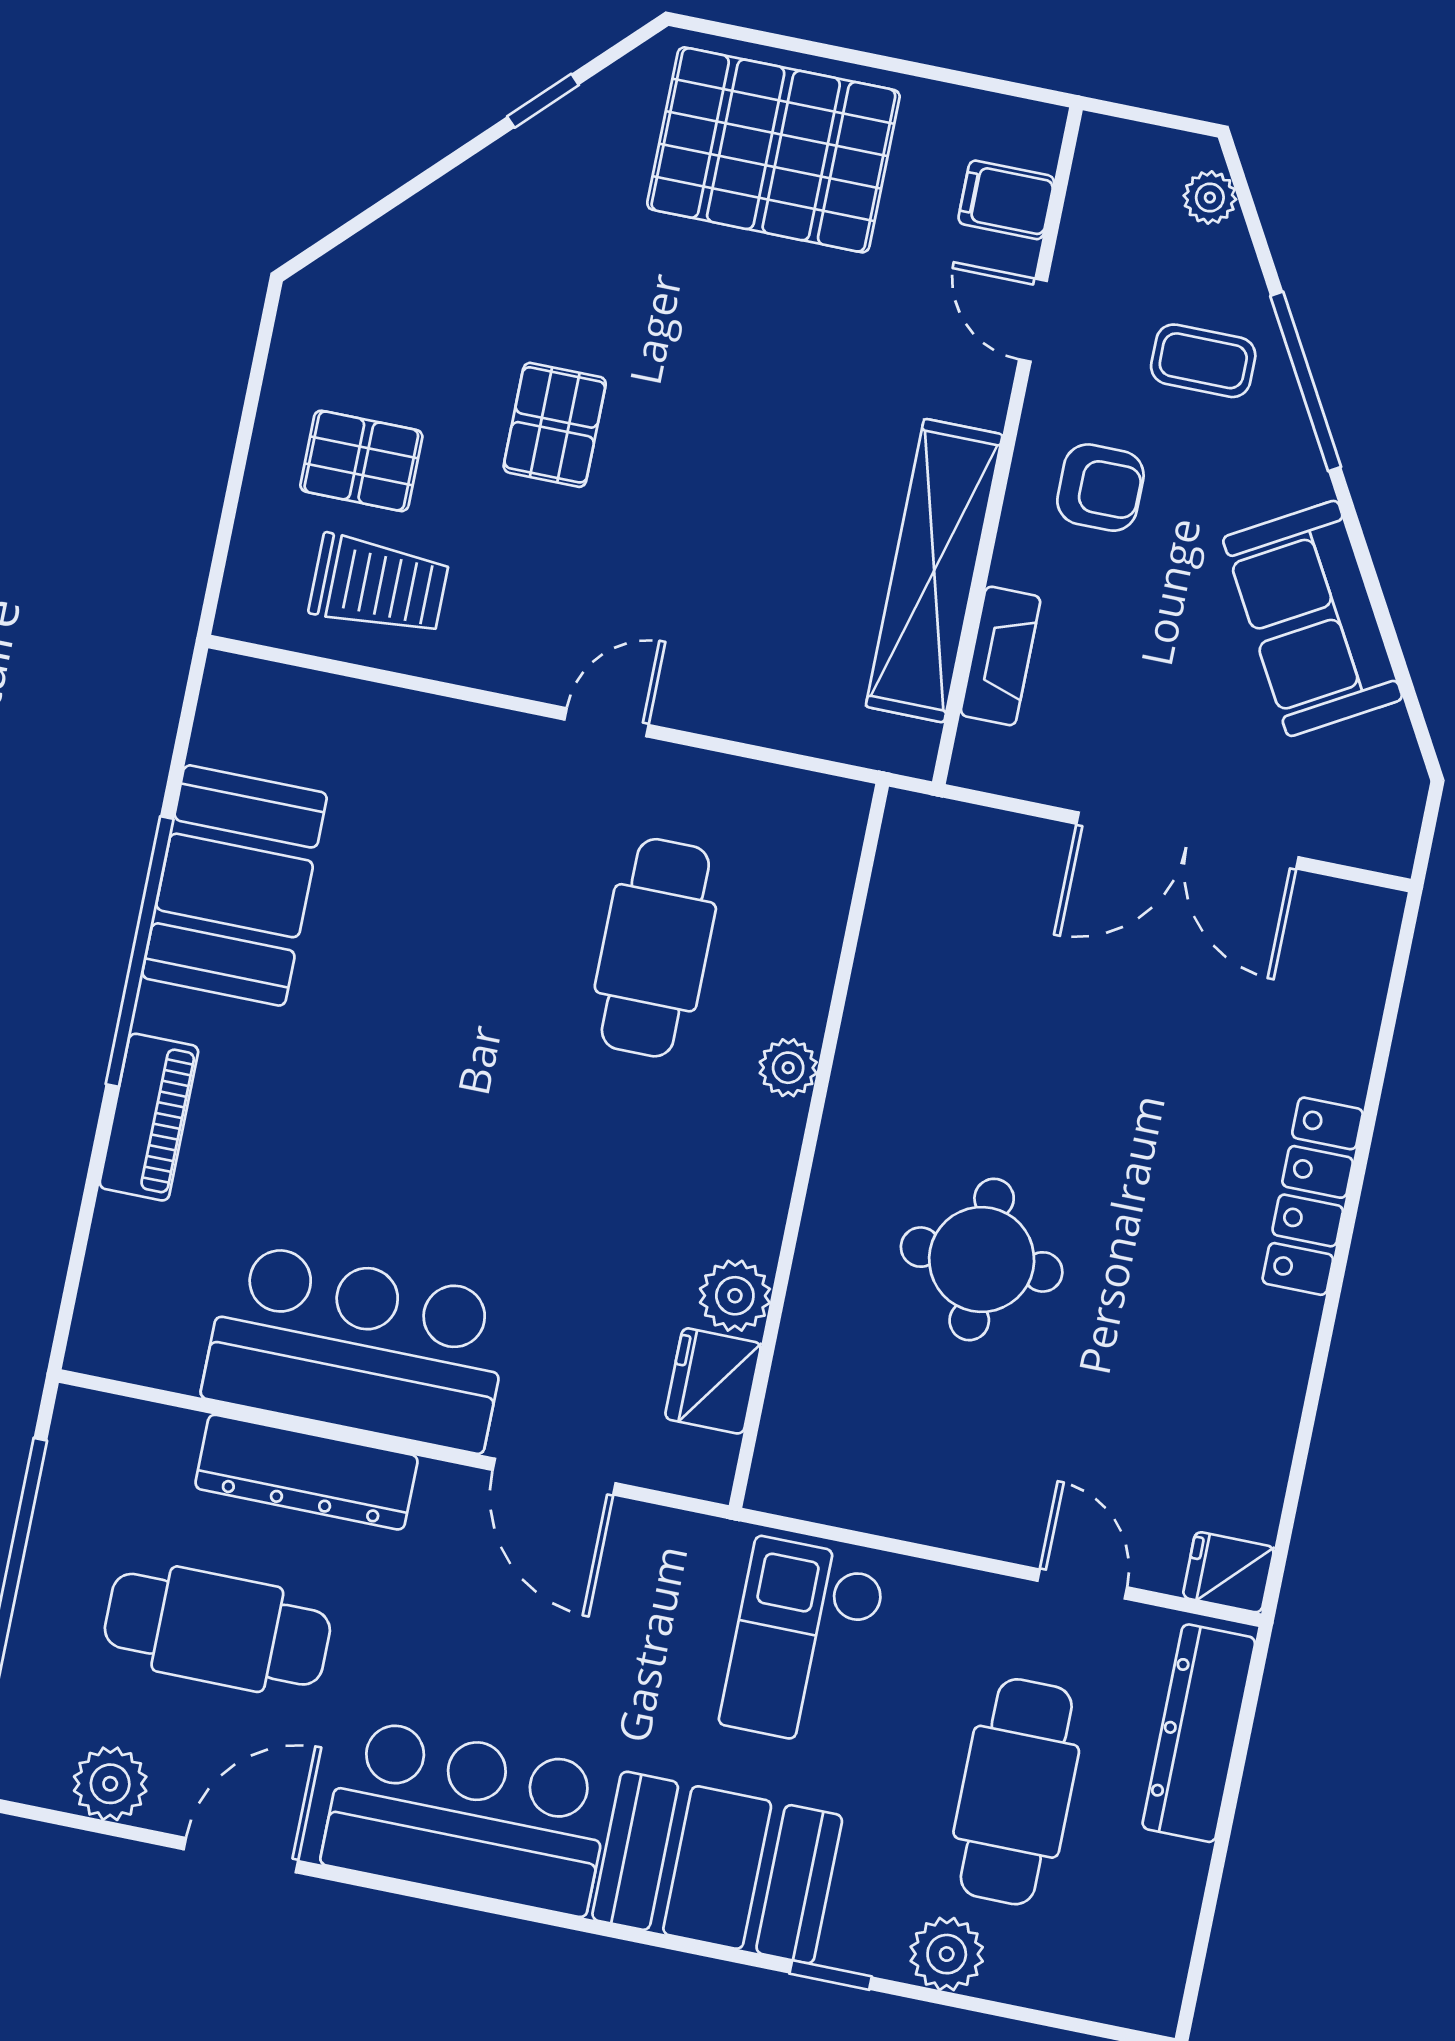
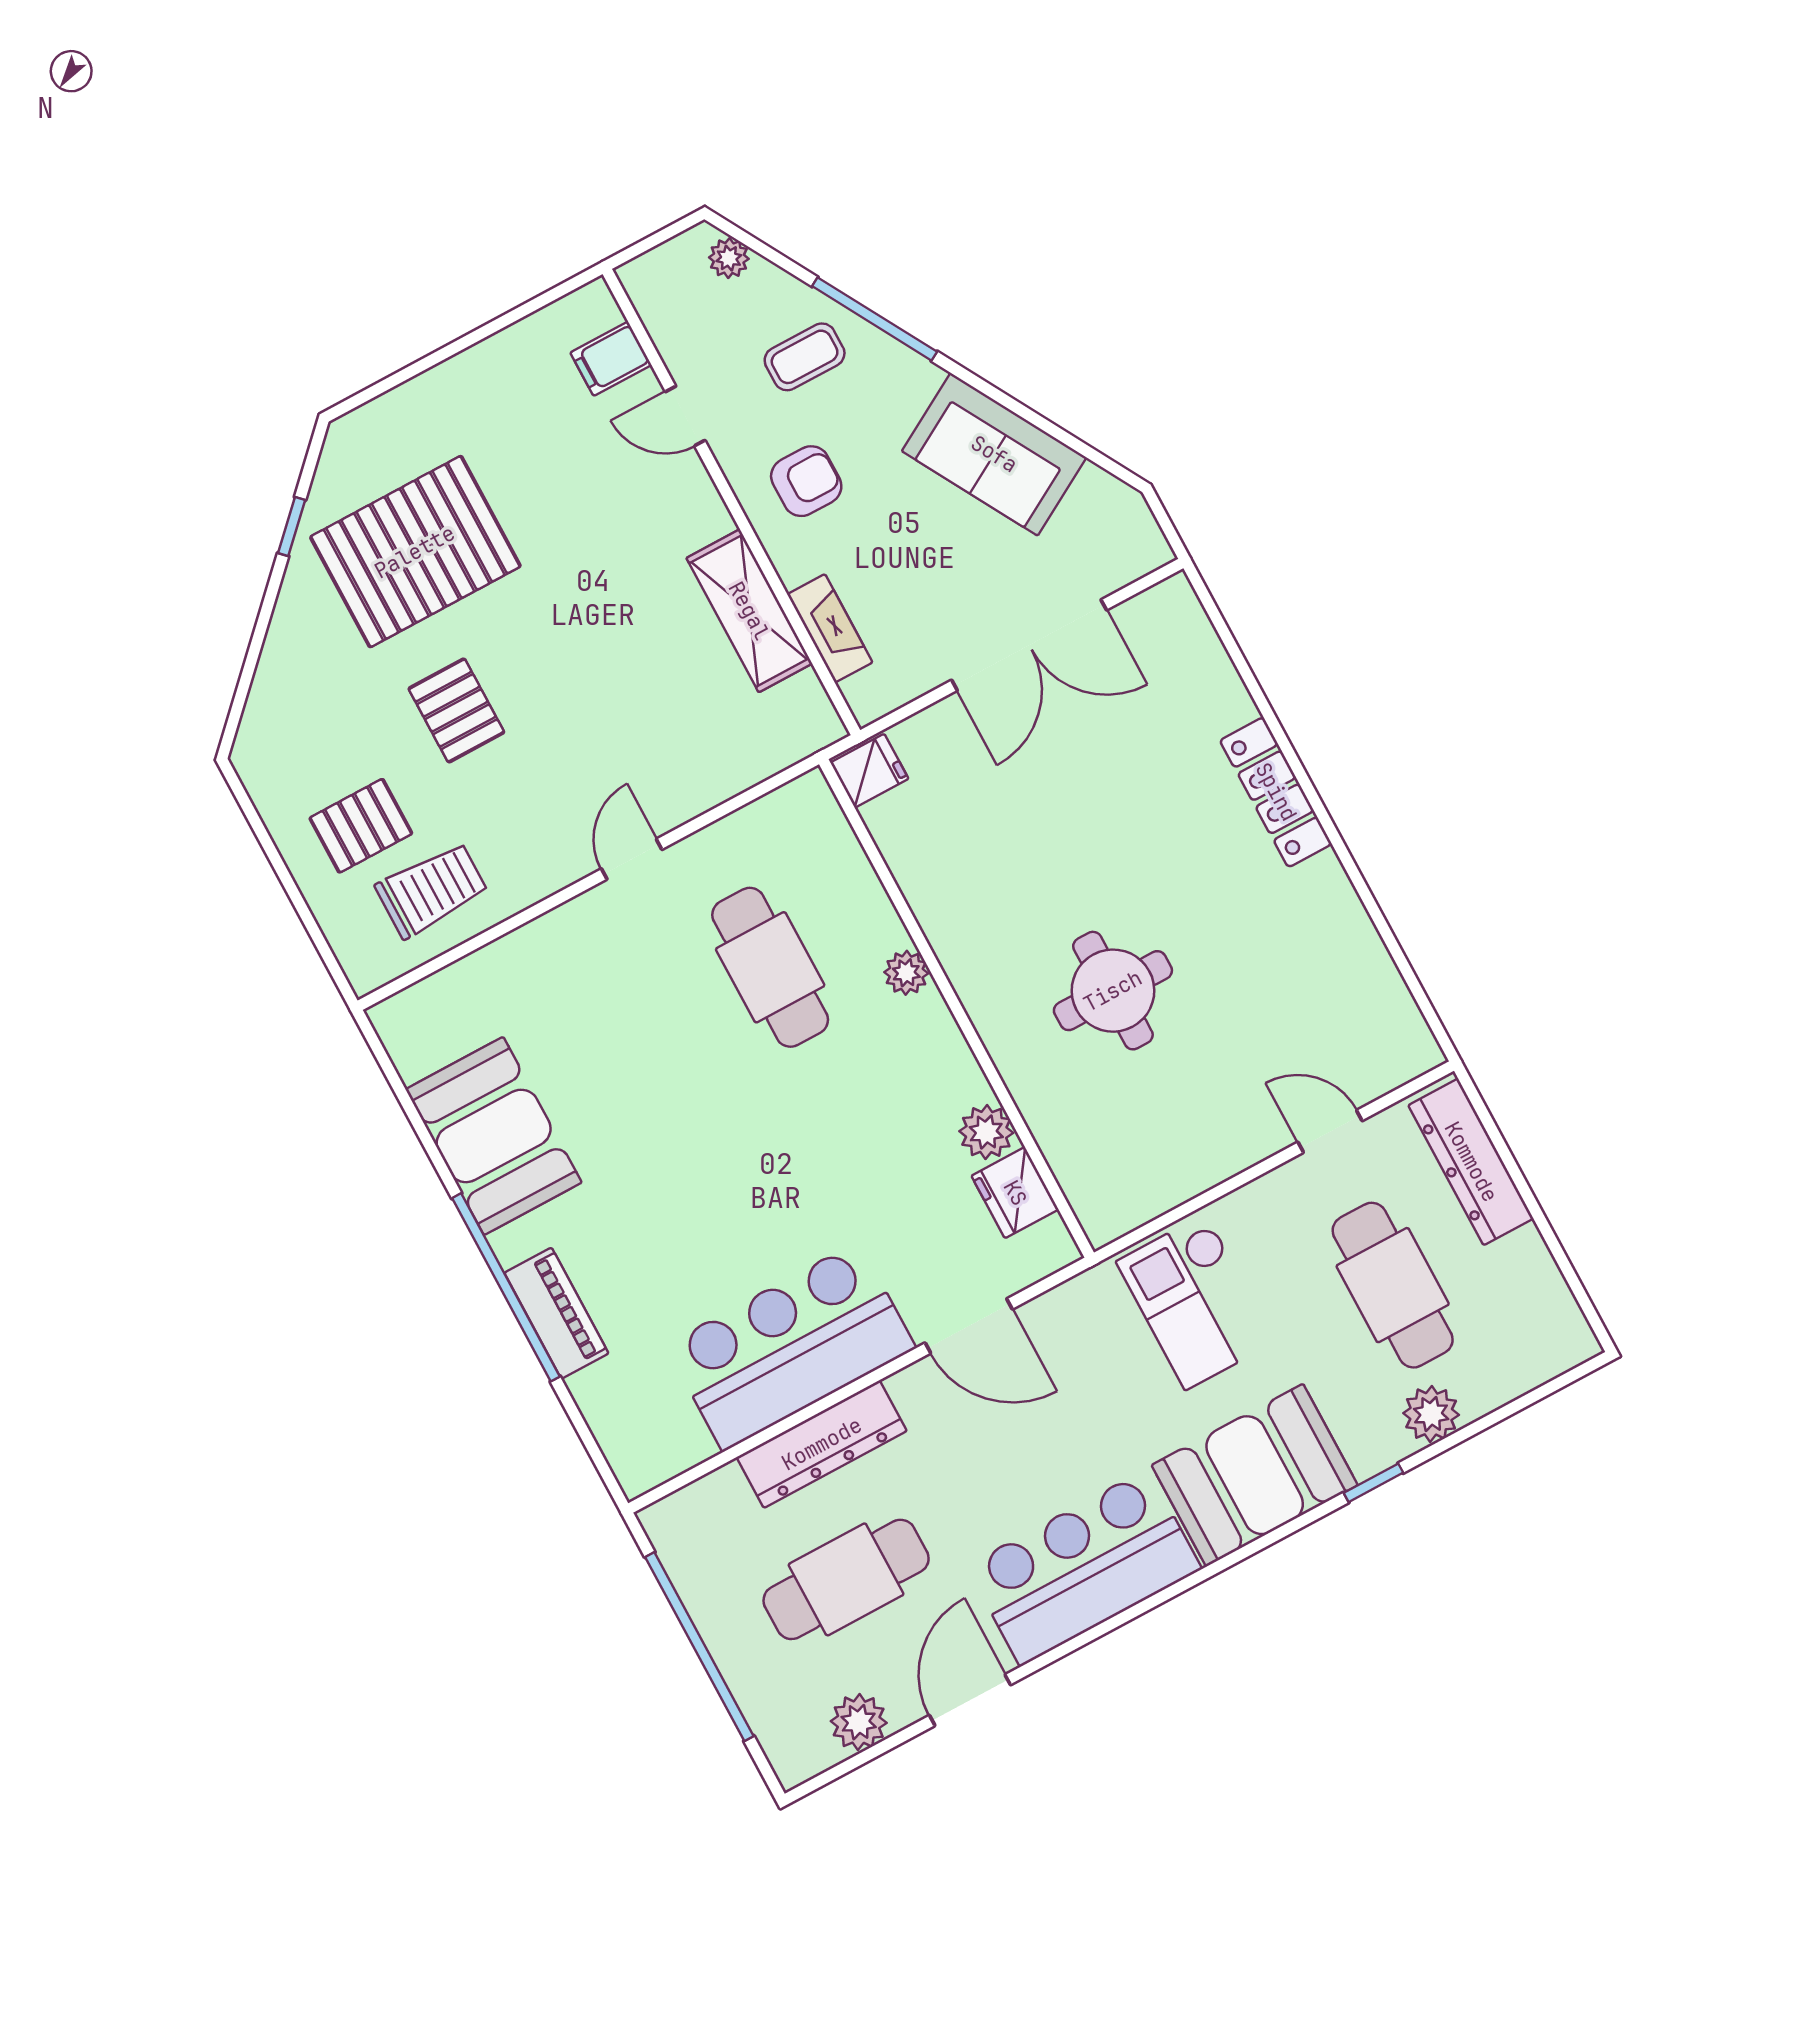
pallet: (773, 150) -> (415, 552), moved
shelving: (934, 571) -> (749, 611), width x0.68
window: (140, 951) -> (506, 1287), moved
fridge: (1228, 1572) -> (869, 771), moved, turned 180

